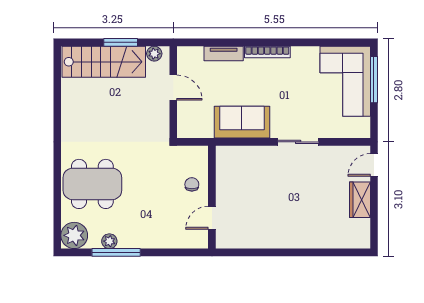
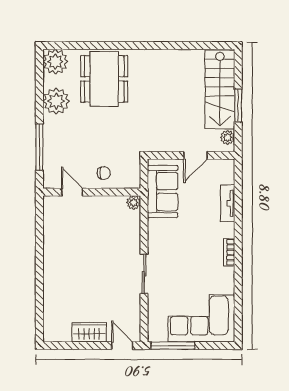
bookcase: (267, 52) -> (229, 252), width x0.64
window: (374, 80) -> (173, 346), moved
sofa: (242, 122) -> (163, 191), moved
plant: (223, 153) -> (134, 203), added
plant: (109, 241) -> (56, 101), width x1.88, depth x1.88
window: (116, 252) -> (39, 147), moved

